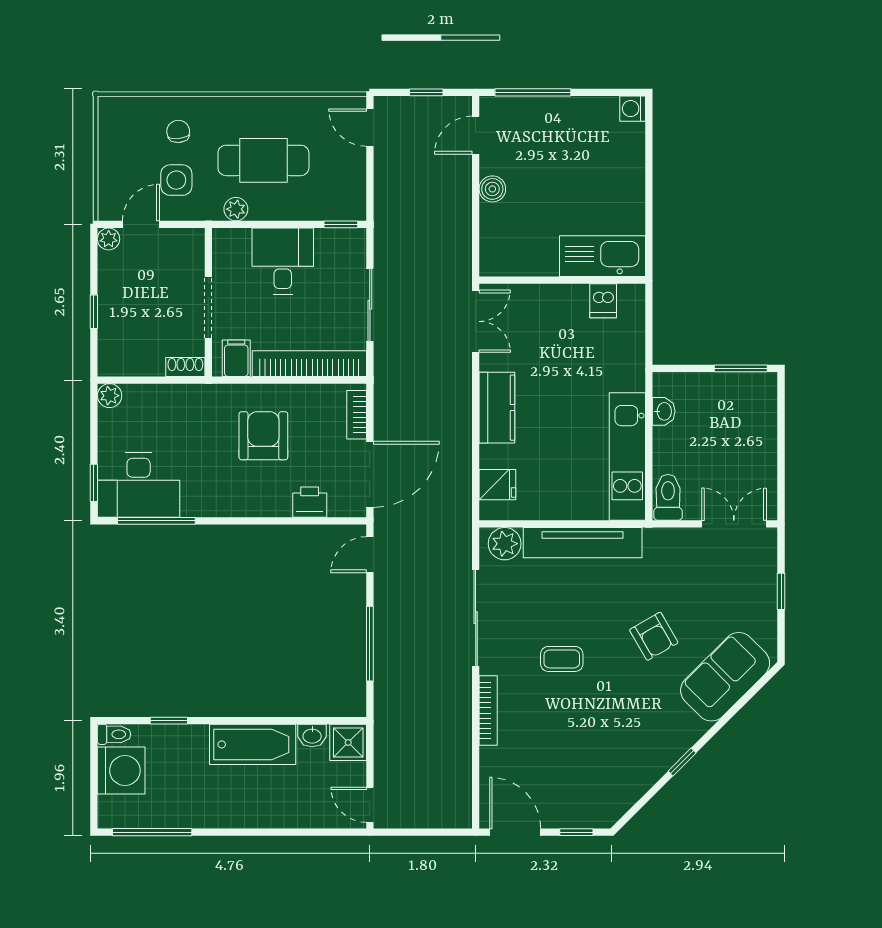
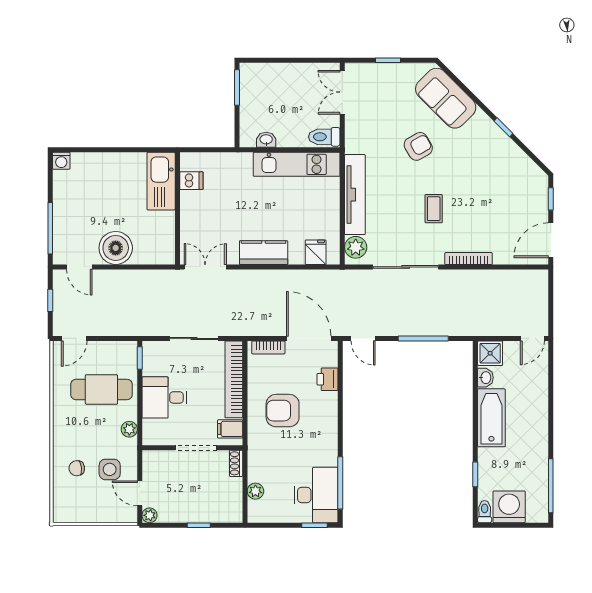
cafe table: (263, 160) -> (101, 389), moved, turned 90
boiler: (492, 189) -> (116, 248), width x1.86, depth x1.86
plant: (110, 396) -> (255, 491), moved

